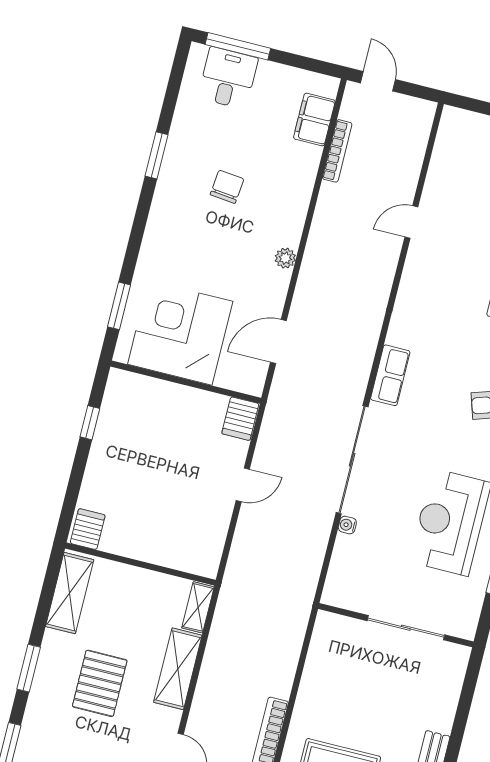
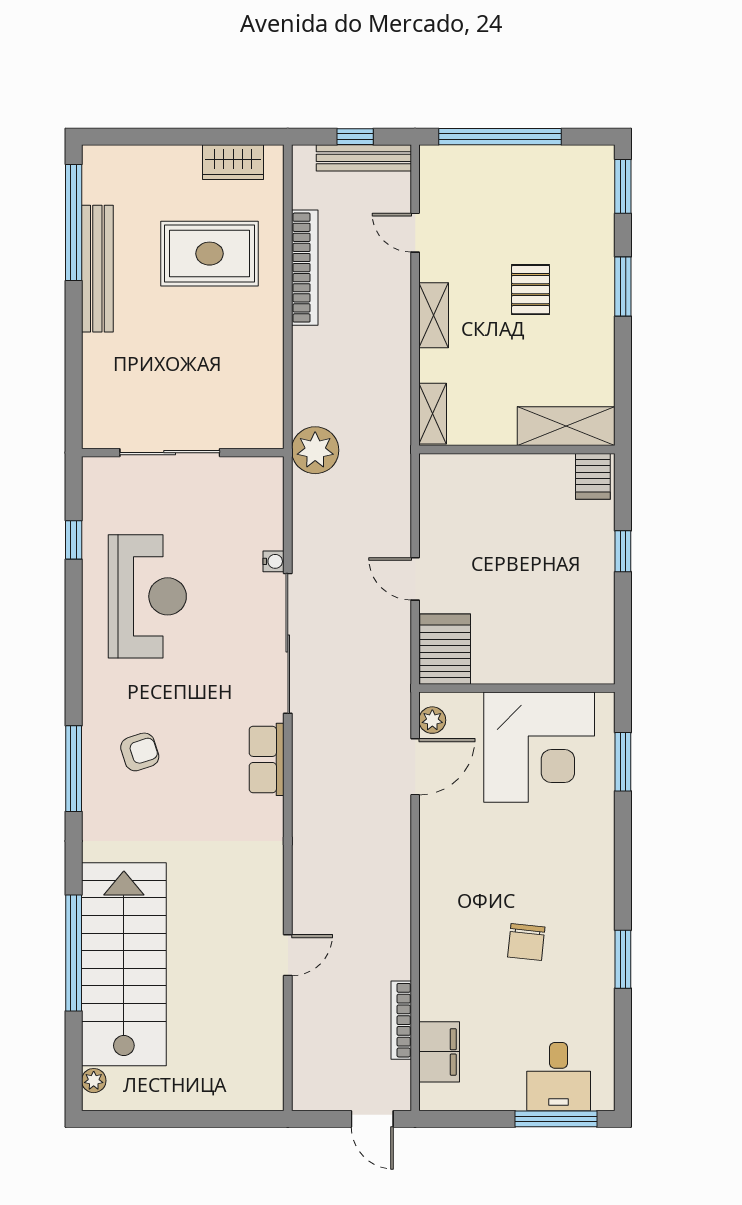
plant: (285, 258) -> (432, 720), moved
server rack: (240, 419) -> (445, 649), width x1.36, depth x1.44
window: (90, 423) -> (623, 551), moved
door: (243, 485) -> (415, 579), hinge flipped
shelving: (70, 593) -> (566, 426), moved, turned 90
plant: (294, 602) -> (315, 450), added
shelving: (178, 669) -> (434, 315), width x0.67, depth x0.75
pallet: (100, 683) -> (531, 290), width x0.67, depth x0.71

